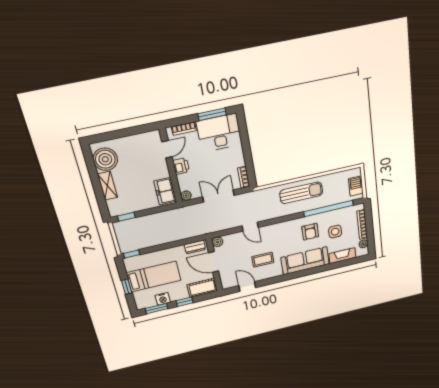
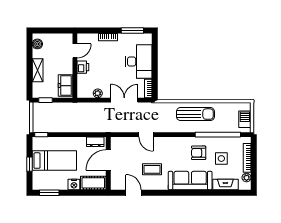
desk: (219, 133) -> (139, 62), moved, turned 90
door: (167, 149) -> (75, 51), moved
boiler: (105, 159) -> (37, 44), width x0.54, depth x0.54
wall: (171, 166) -> (75, 66), moved
printer: (181, 166) -> (83, 67), moved
freezer: (165, 191) -> (66, 86), moved
armchair: (310, 232) -> (199, 153), turned 90
plant: (218, 242) -> (115, 142), removed
door: (214, 262) -> (108, 160), hinge flipped
nightstand: (163, 299) -> (74, 184), moved
window: (185, 302) -> (75, 193), removed

